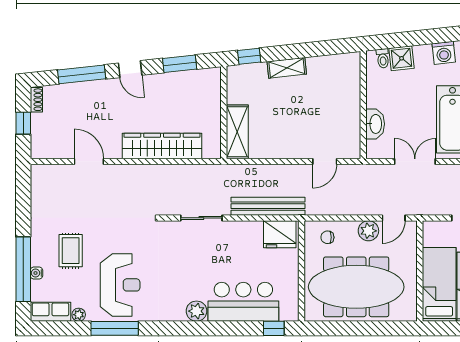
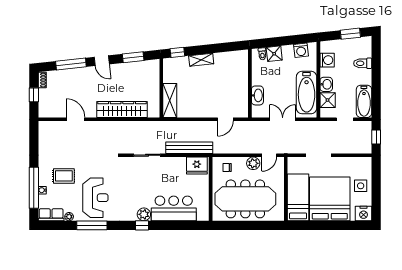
rug: (71, 251) -> (64, 176), turned 90
window: (274, 328) -> (142, 225), moved

